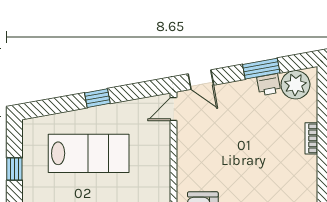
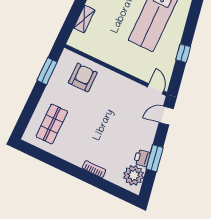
window: (97, 98) -> (183, 53), moved

